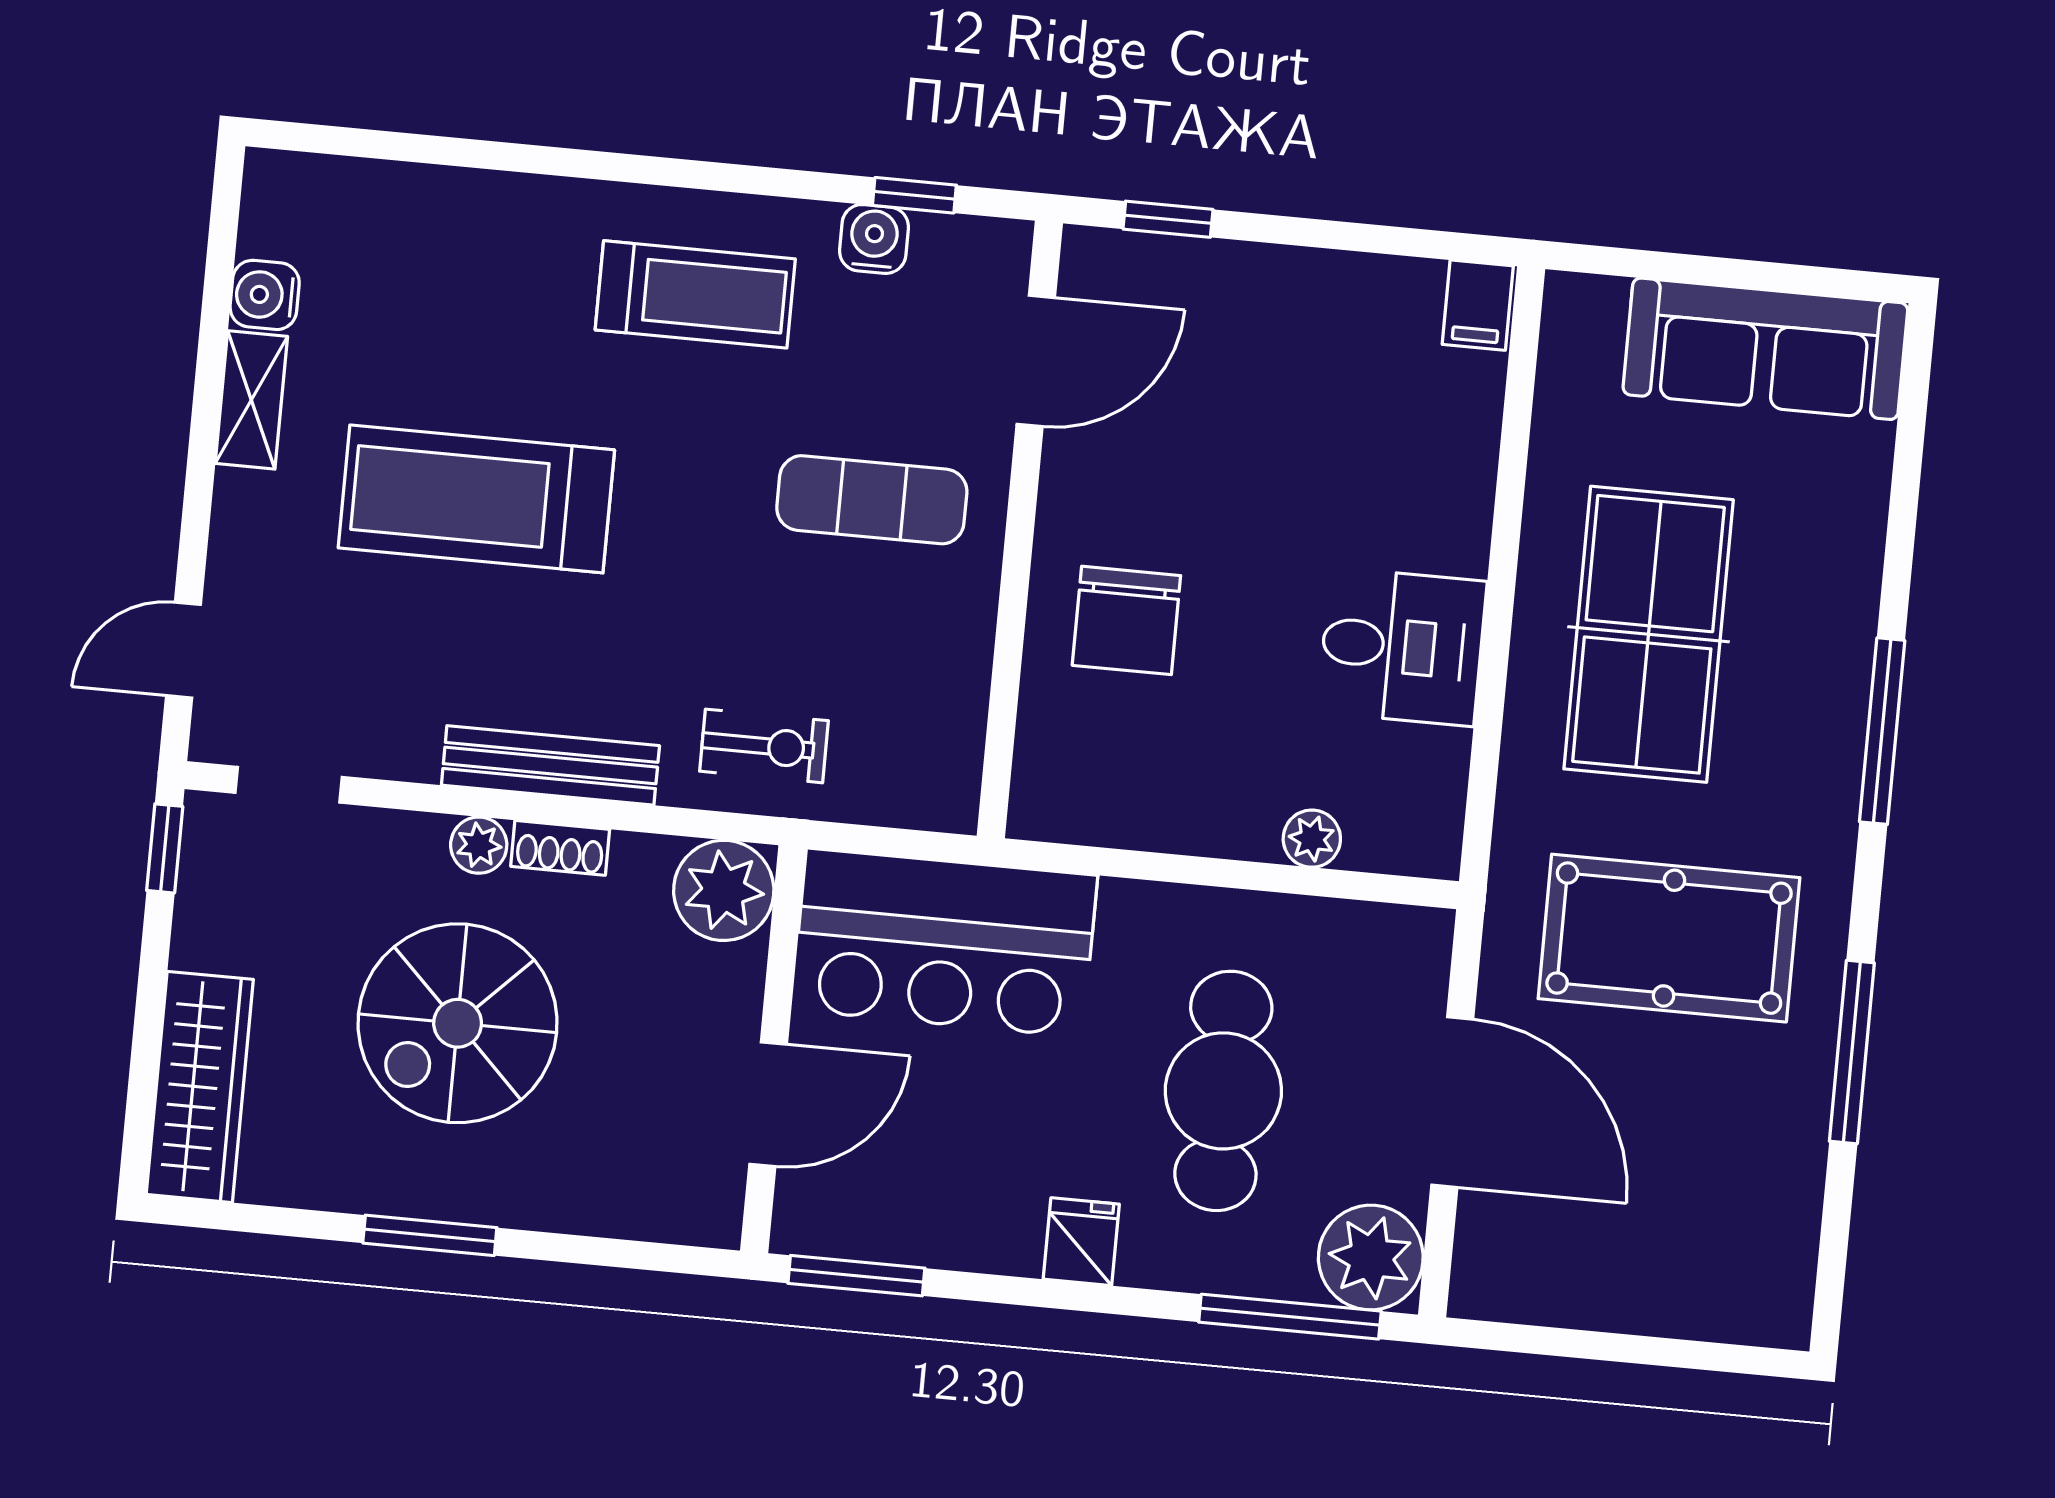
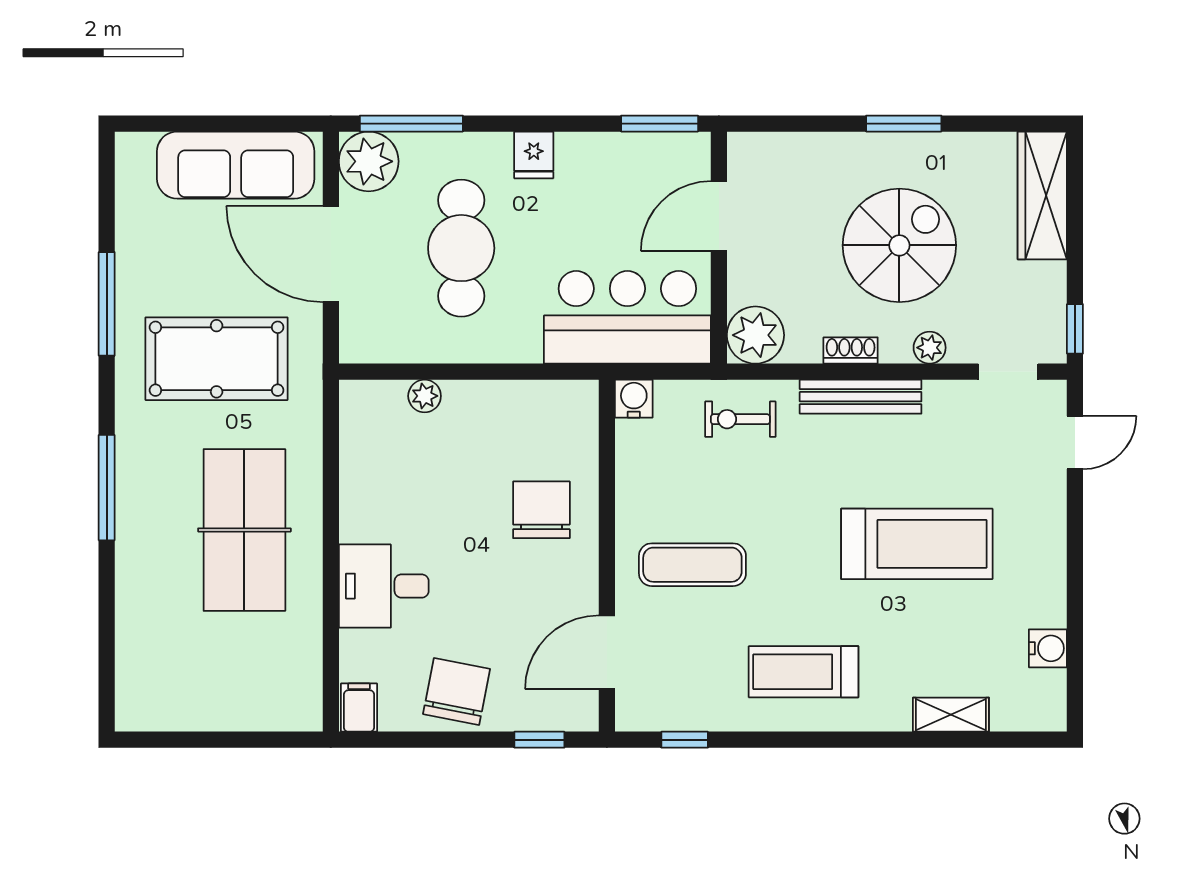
water cooler: (874, 239) -> (634, 399), moved, turned 180
chair: (1305, 317) -> (457, 692), added
sofa: (1765, 349) -> (236, 165), moved, turned 180
shelving: (251, 400) -> (951, 715), moved, turned 90
desk: (1402, 647) -> (384, 586), moved
plant: (479, 845) -> (930, 348), moved

